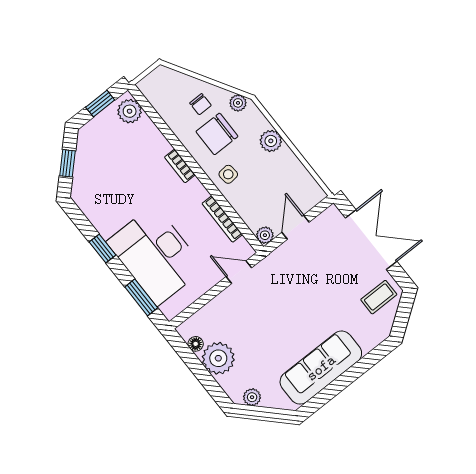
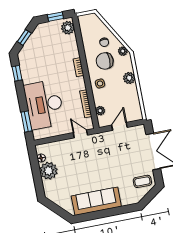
plant: (265, 235) -> (100, 111), moved
window: (102, 249) -> (17, 73), moved
plant: (252, 397) -> (55, 198), removed

